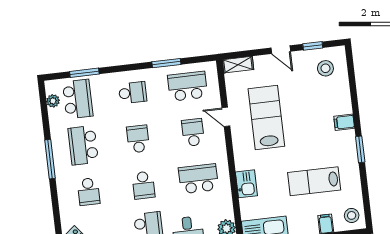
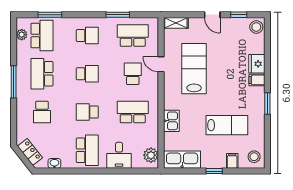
stool: (325, 68) -> (256, 27), moved
fridge: (342, 103) -> (257, 64), added
school desk: (138, 139) -> (87, 74), turned 90
lab bench: (314, 181) -> (227, 125), turned 180
school desk: (143, 185) -> (87, 112), turned 90

